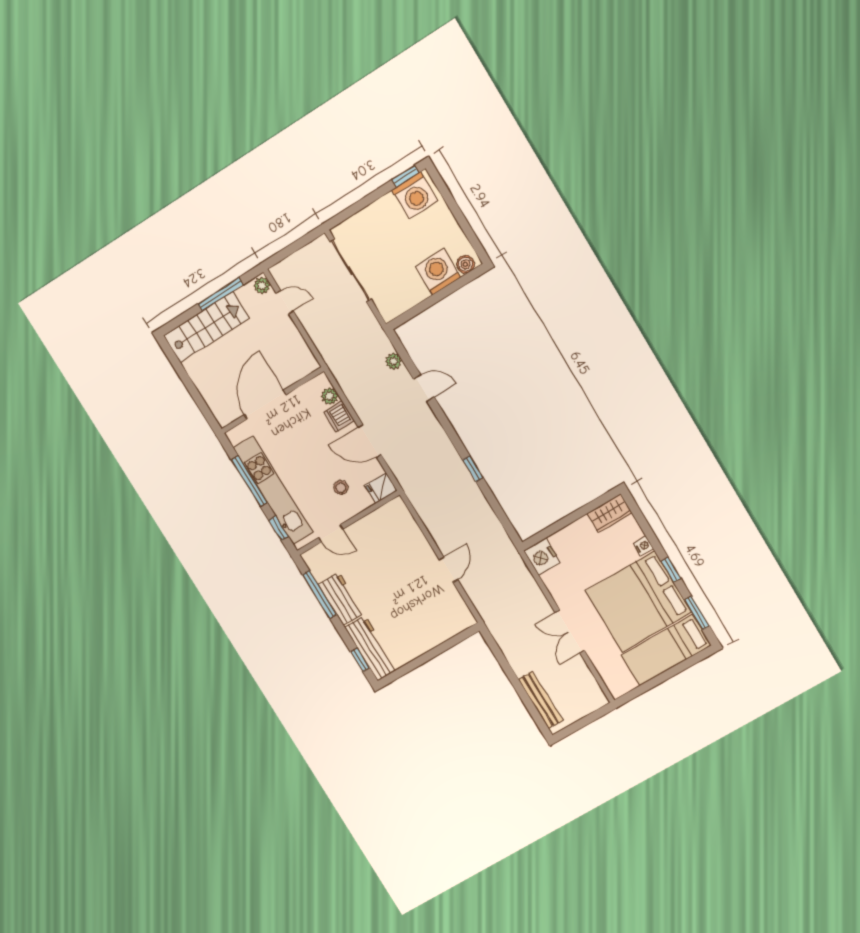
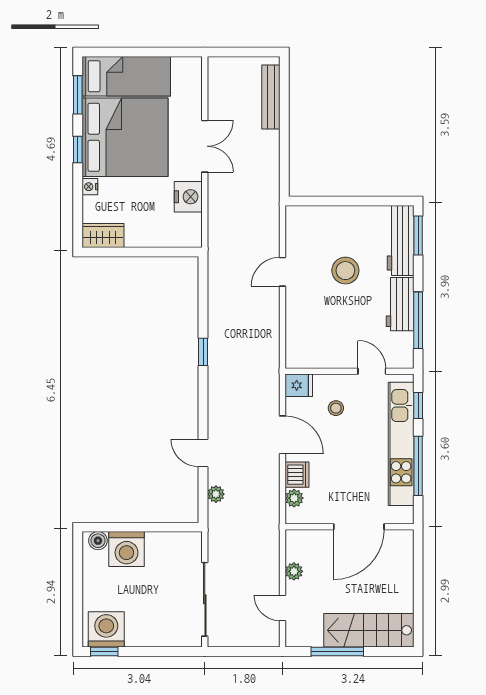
plant: (262, 285) -> (294, 571), moved
nightstand: (542, 557) -> (188, 197), moved
stool: (400, 600) -> (345, 271), added
window: (360, 660) -> (418, 235), width x1.50

